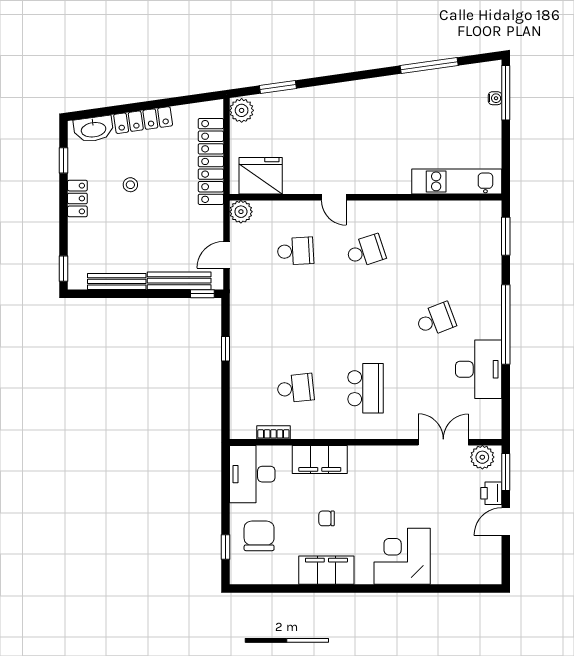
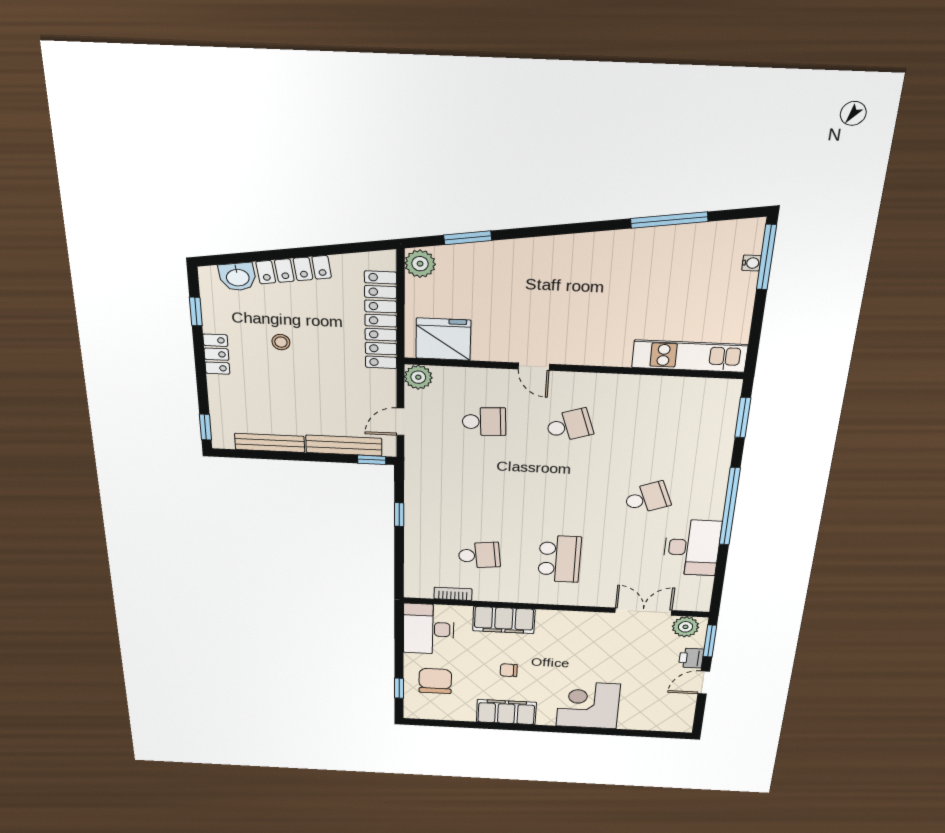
washbasin: (93, 129) -> (238, 277), width x0.72

